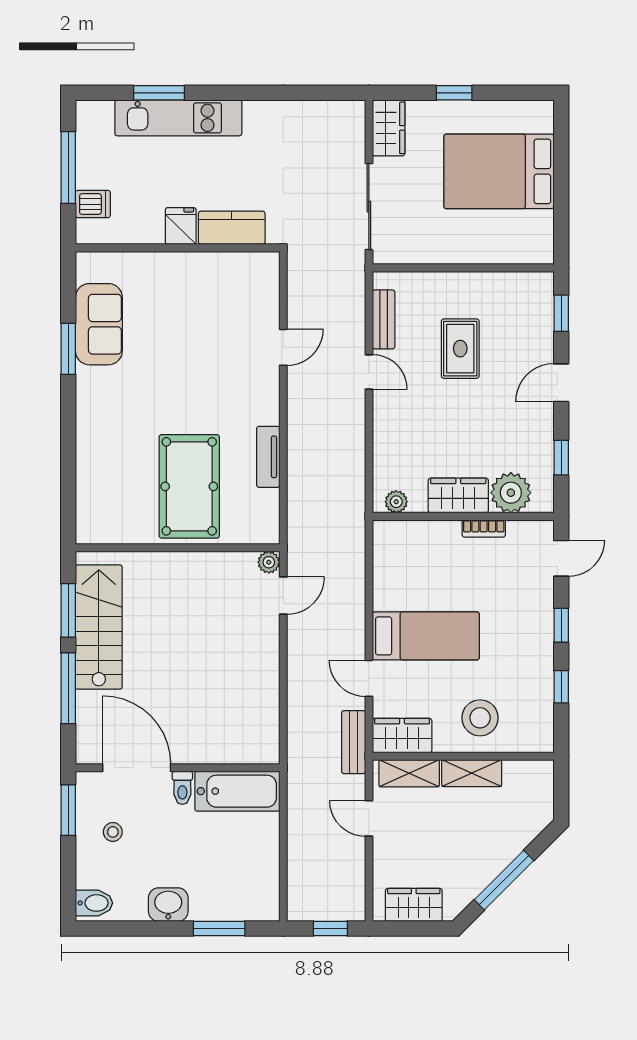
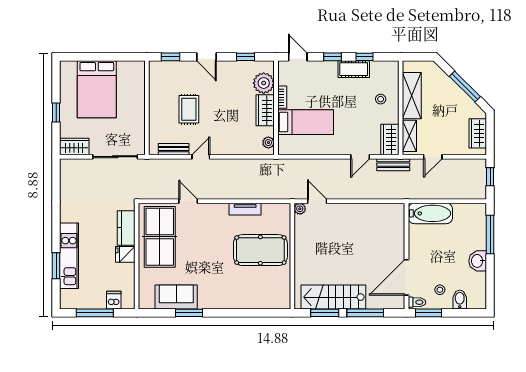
table tennis table: (215, 293) -> (160, 237), added
rug: (460, 349) -> (189, 109), turned 90
bed: (426, 636) -> (306, 122), moved, turned 90
cot: (538, 666) -> (354, 69), added
stool: (480, 718) -> (381, 99), width x0.53, depth x0.53
shelving: (472, 773) -> (412, 96), width x1.50, depth x1.33
toilet: (182, 788) -> (417, 302), moved
bathtub: (237, 791) -> (430, 213), moved, turned 90
bidet: (94, 903) -> (460, 300), moved
window: (219, 929) -> (490, 235), width x1.44

